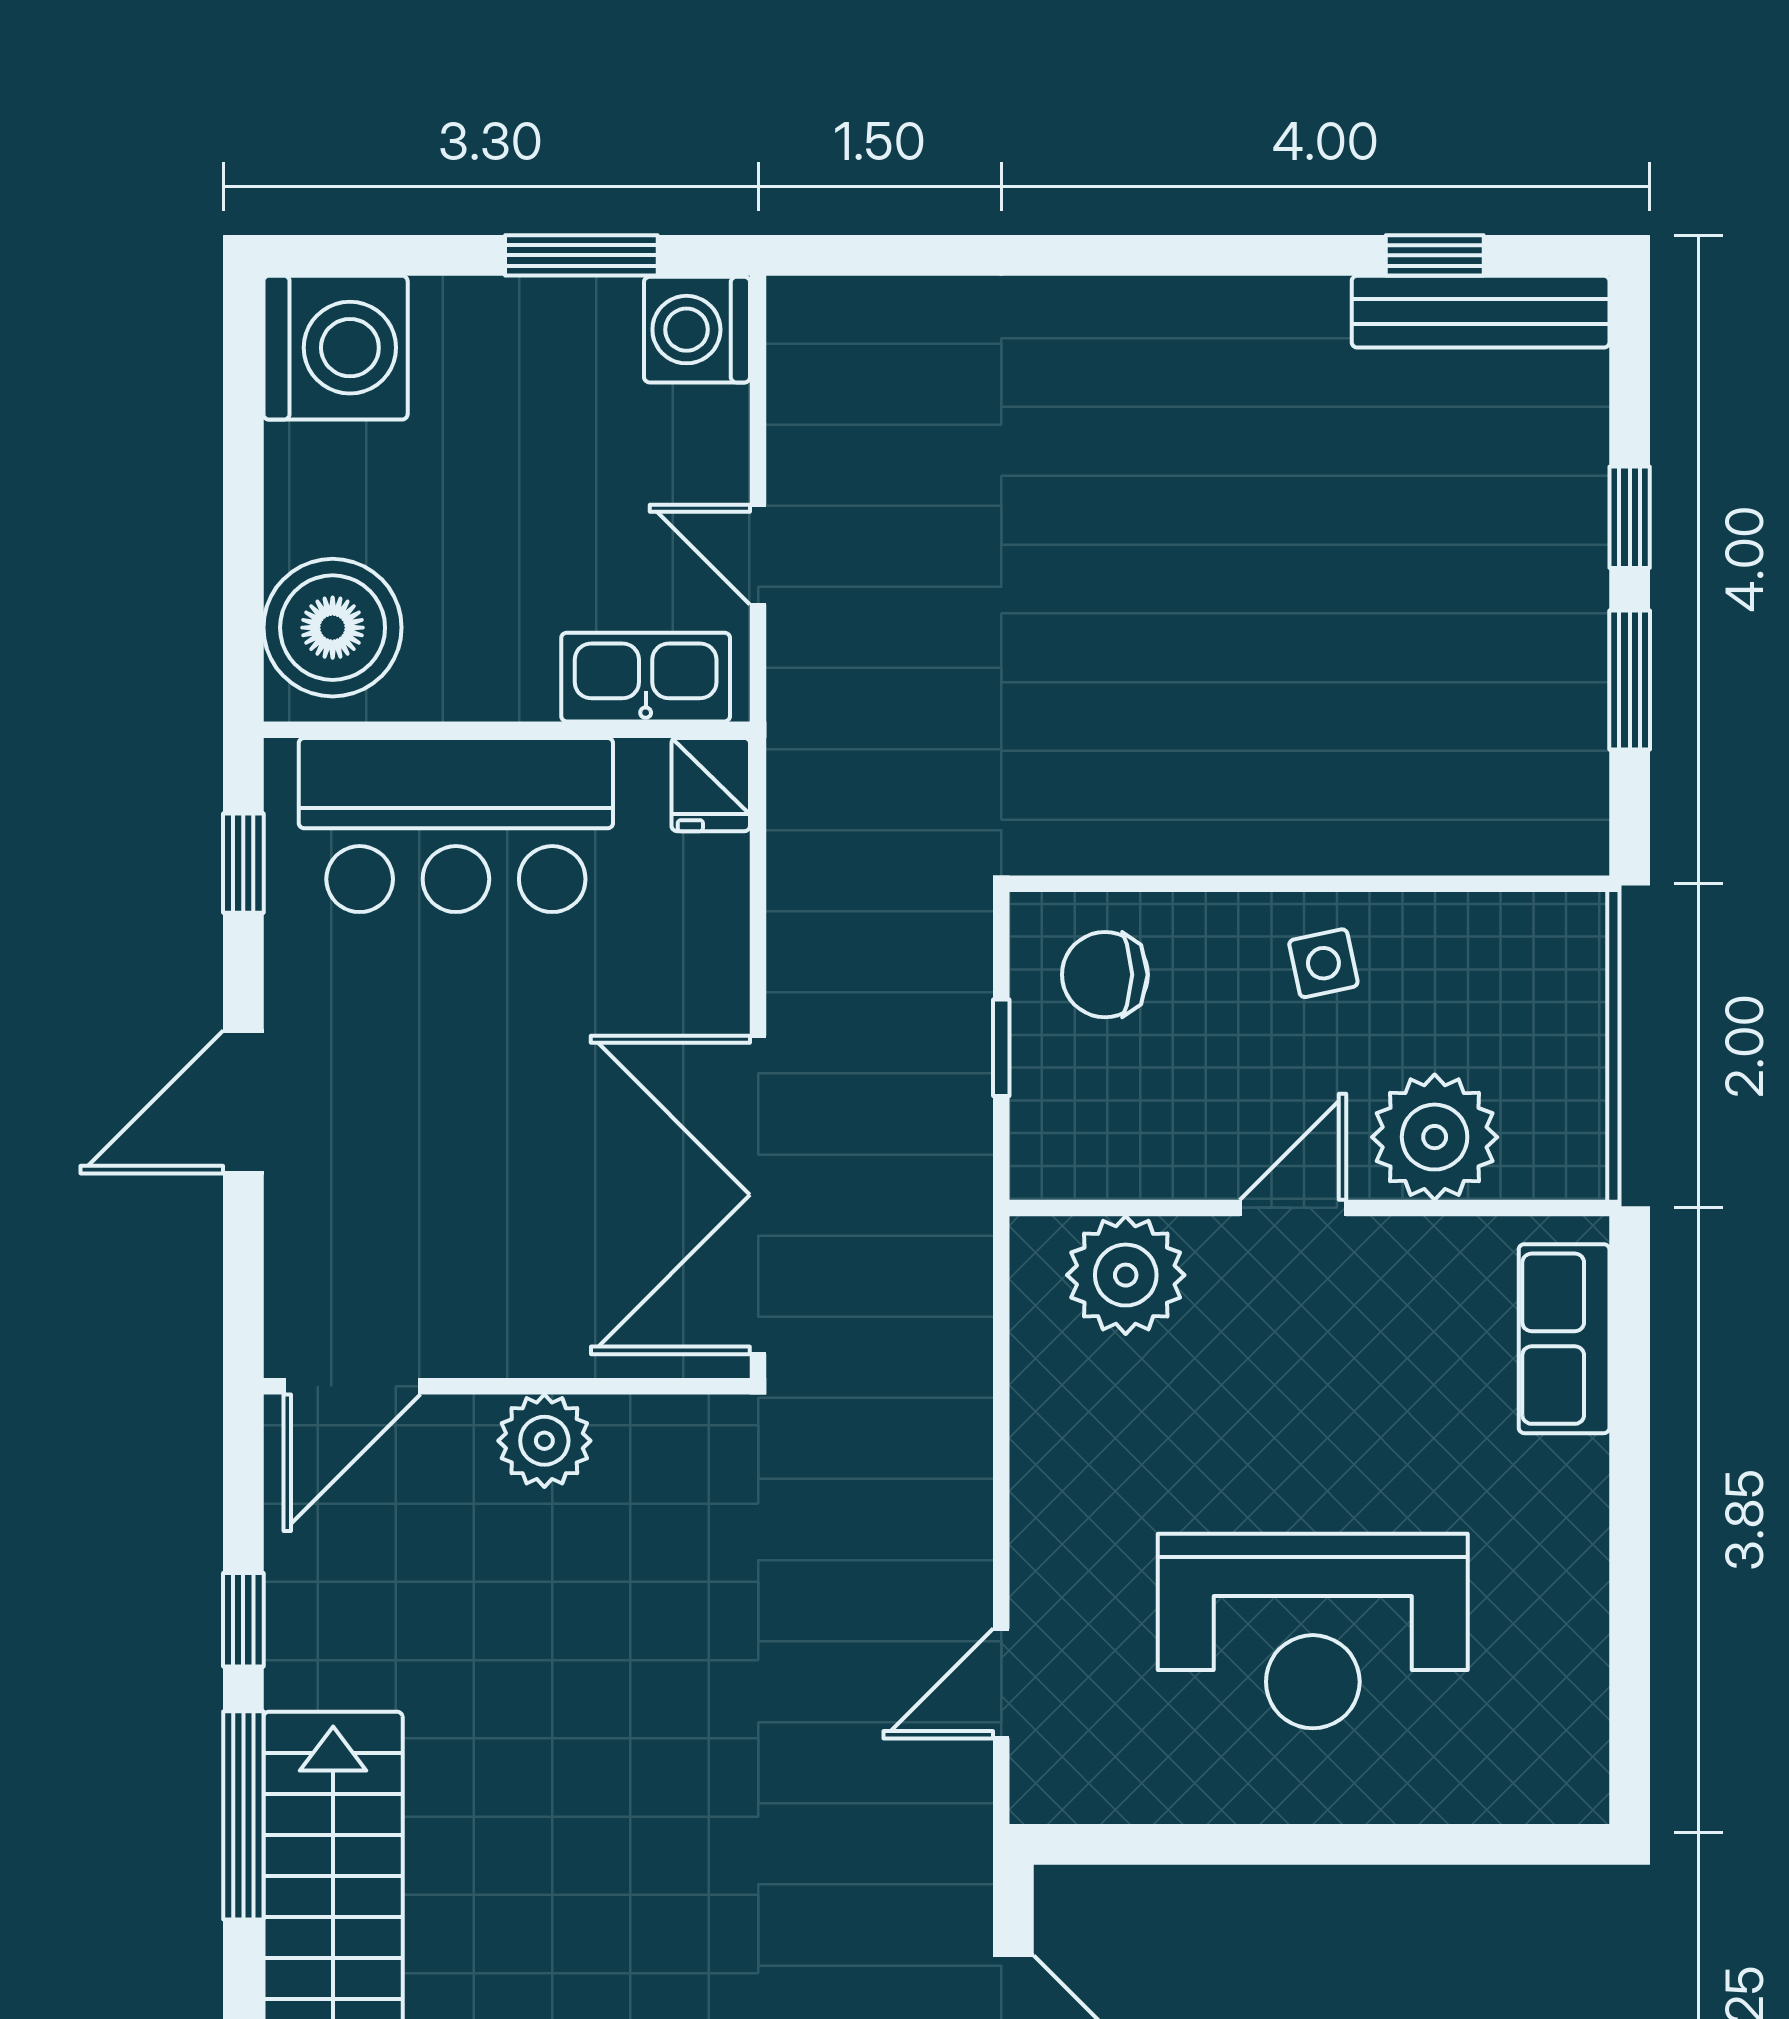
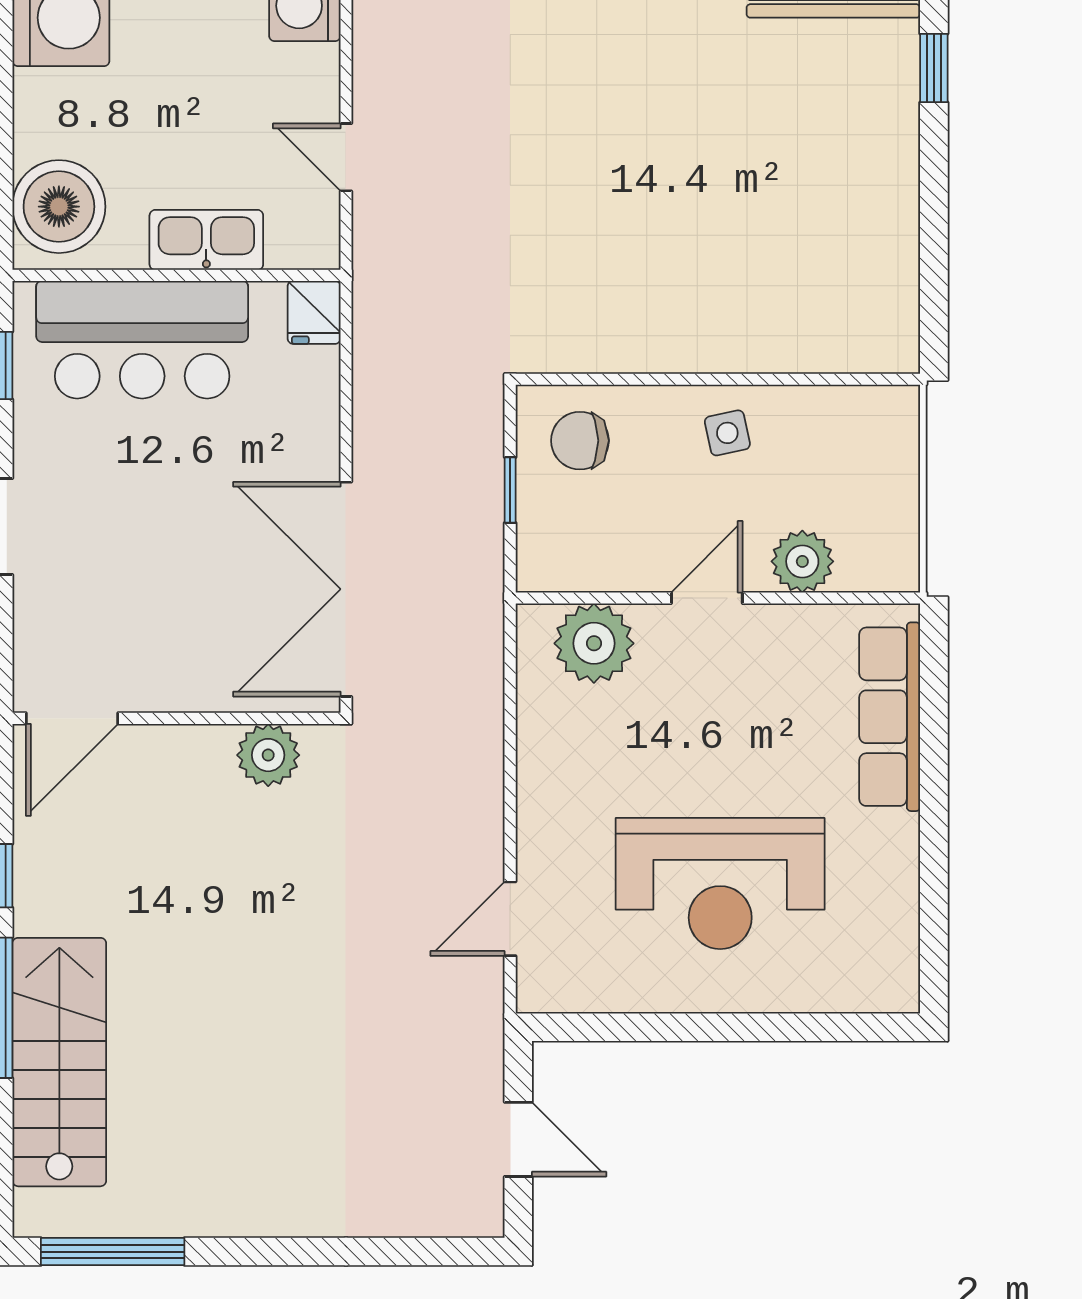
window: (1630, 517) -> (934, 68), moved
kitchen sink: (646, 677) -> (206, 240), moved
window: (1630, 680) -> (934, 242), removed
plant: (1435, 1137) -> (802, 561), width x0.73, depth x0.73
row of seats: (1564, 1339) -> (890, 717), width x1.48
plant: (544, 1441) -> (268, 755), moved

